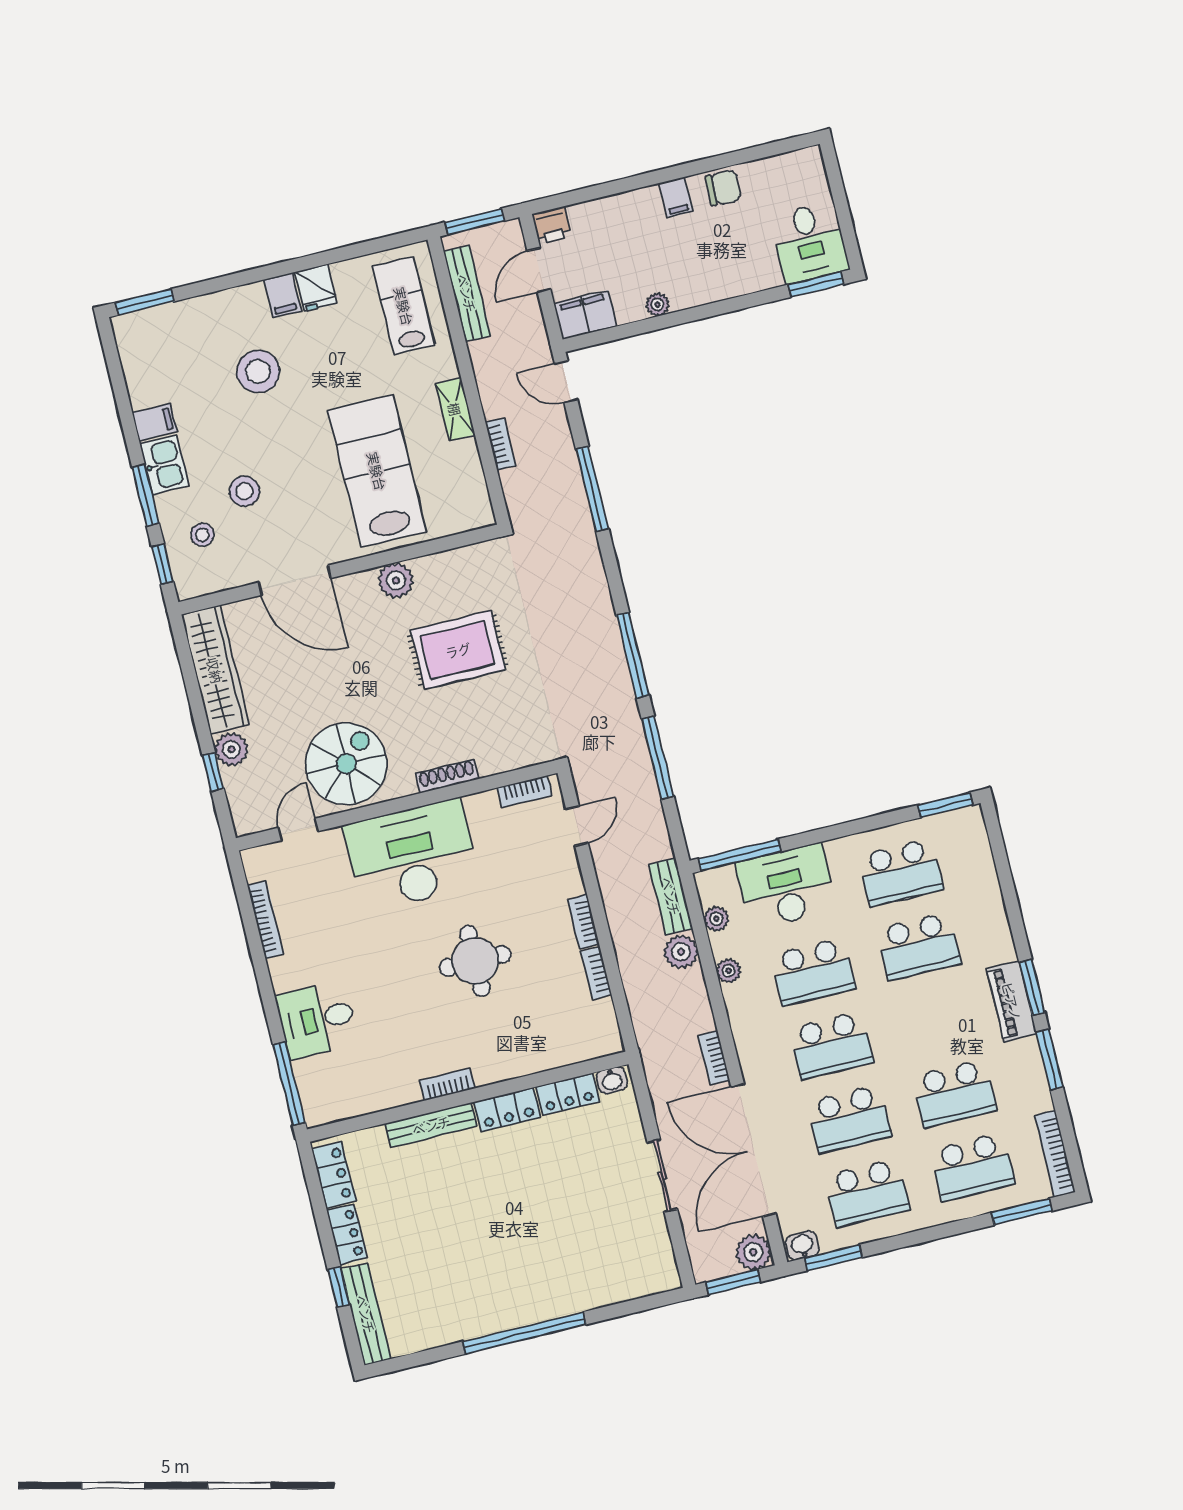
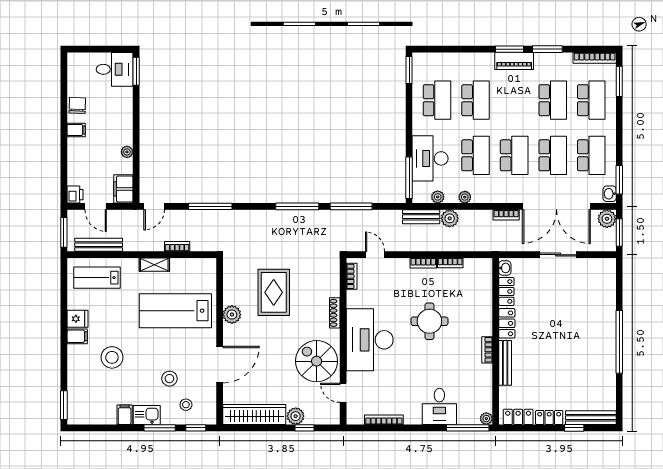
plant: (316, 1115) -> (486, 419), added

